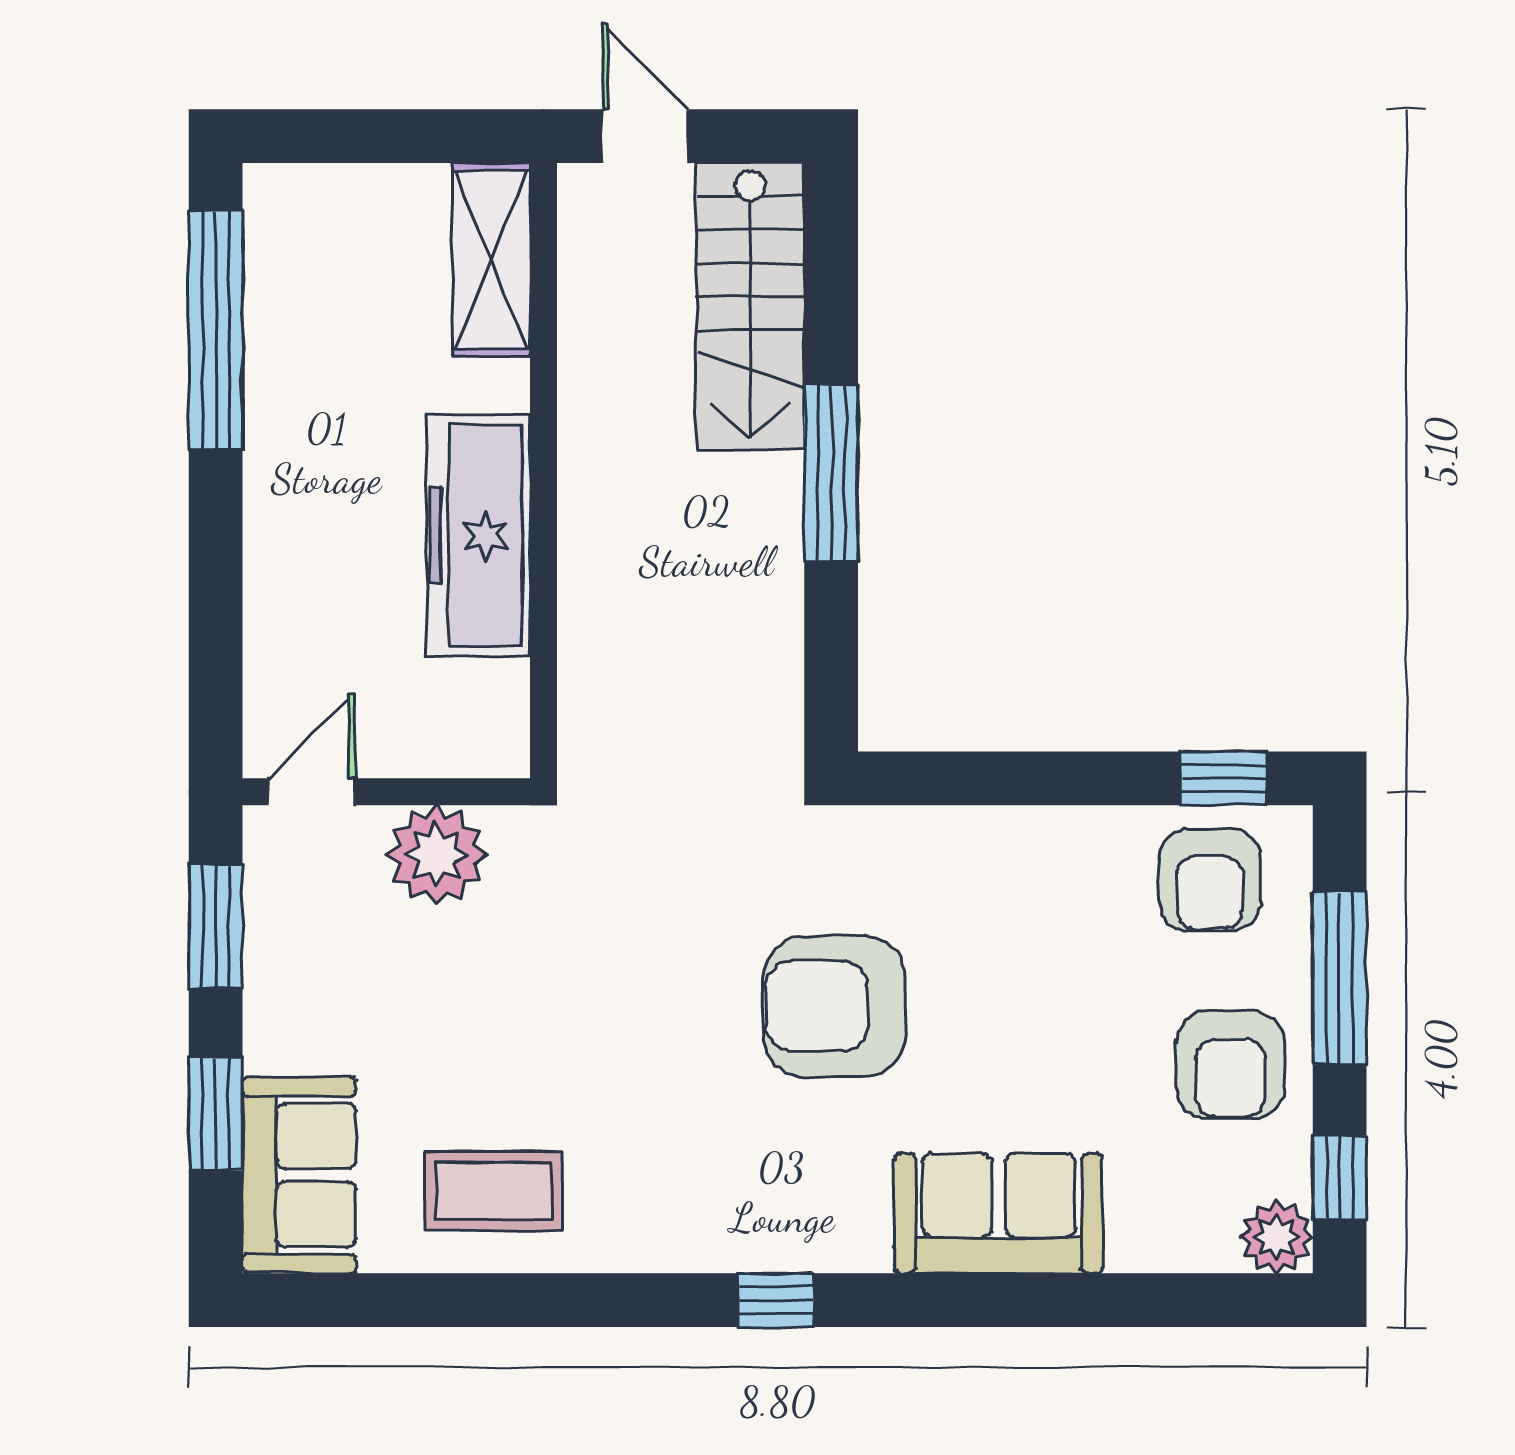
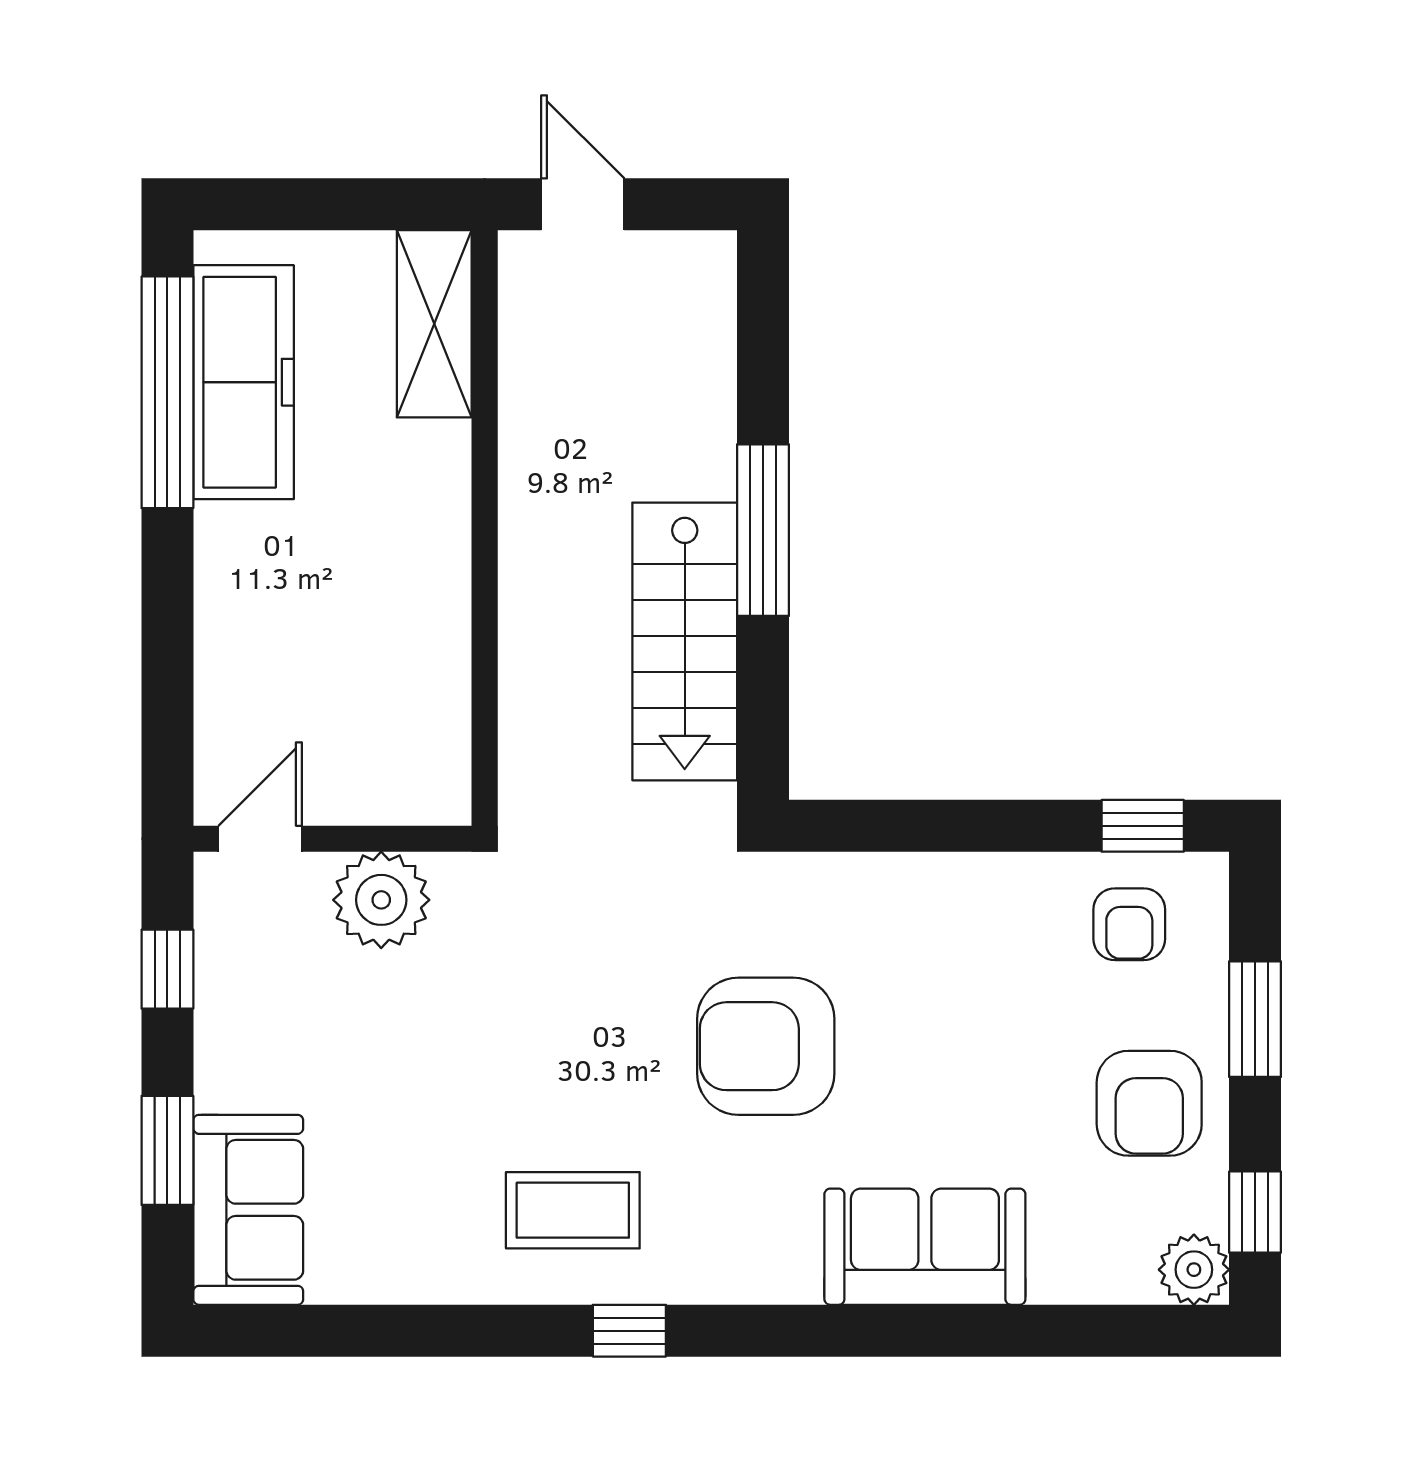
stairs: (750, 306) -> (685, 641), moved
freezer: (478, 535) -> (244, 382), moved, turned 180
armchair: (1210, 880) -> (1129, 924), width x0.72, depth x0.72
window: (216, 926) -> (167, 969), width x0.67
window: (1340, 978) -> (1255, 1019), width x0.69
coffee table: (494, 1191) -> (573, 1210), moved
window: (776, 1300) -> (629, 1331), moved

